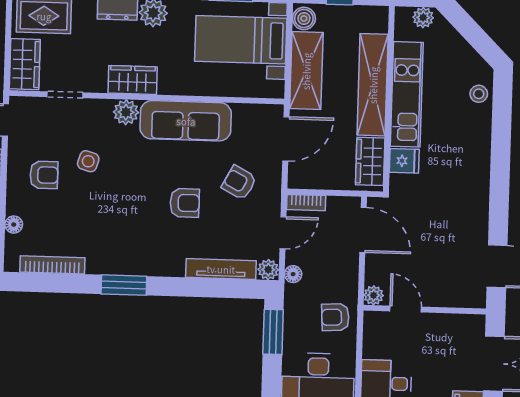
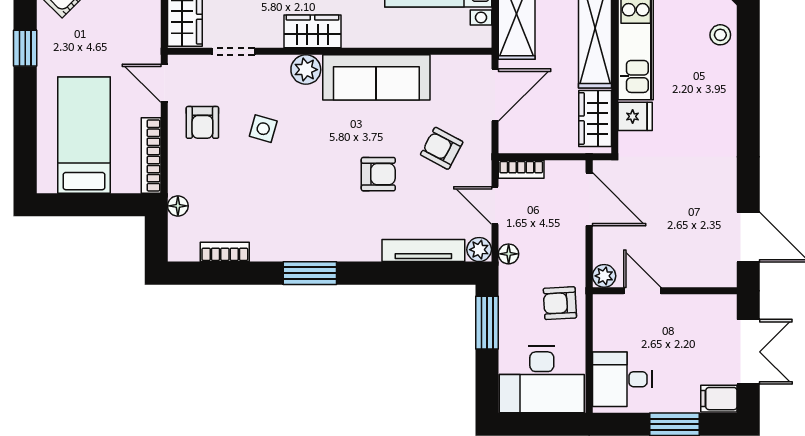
armchair: (44, 175) -> (202, 122), moved, turned 90
door: (283, 233) -> (495, 206), swing flipped
bookcase: (52, 265) -> (225, 252), width x0.64

